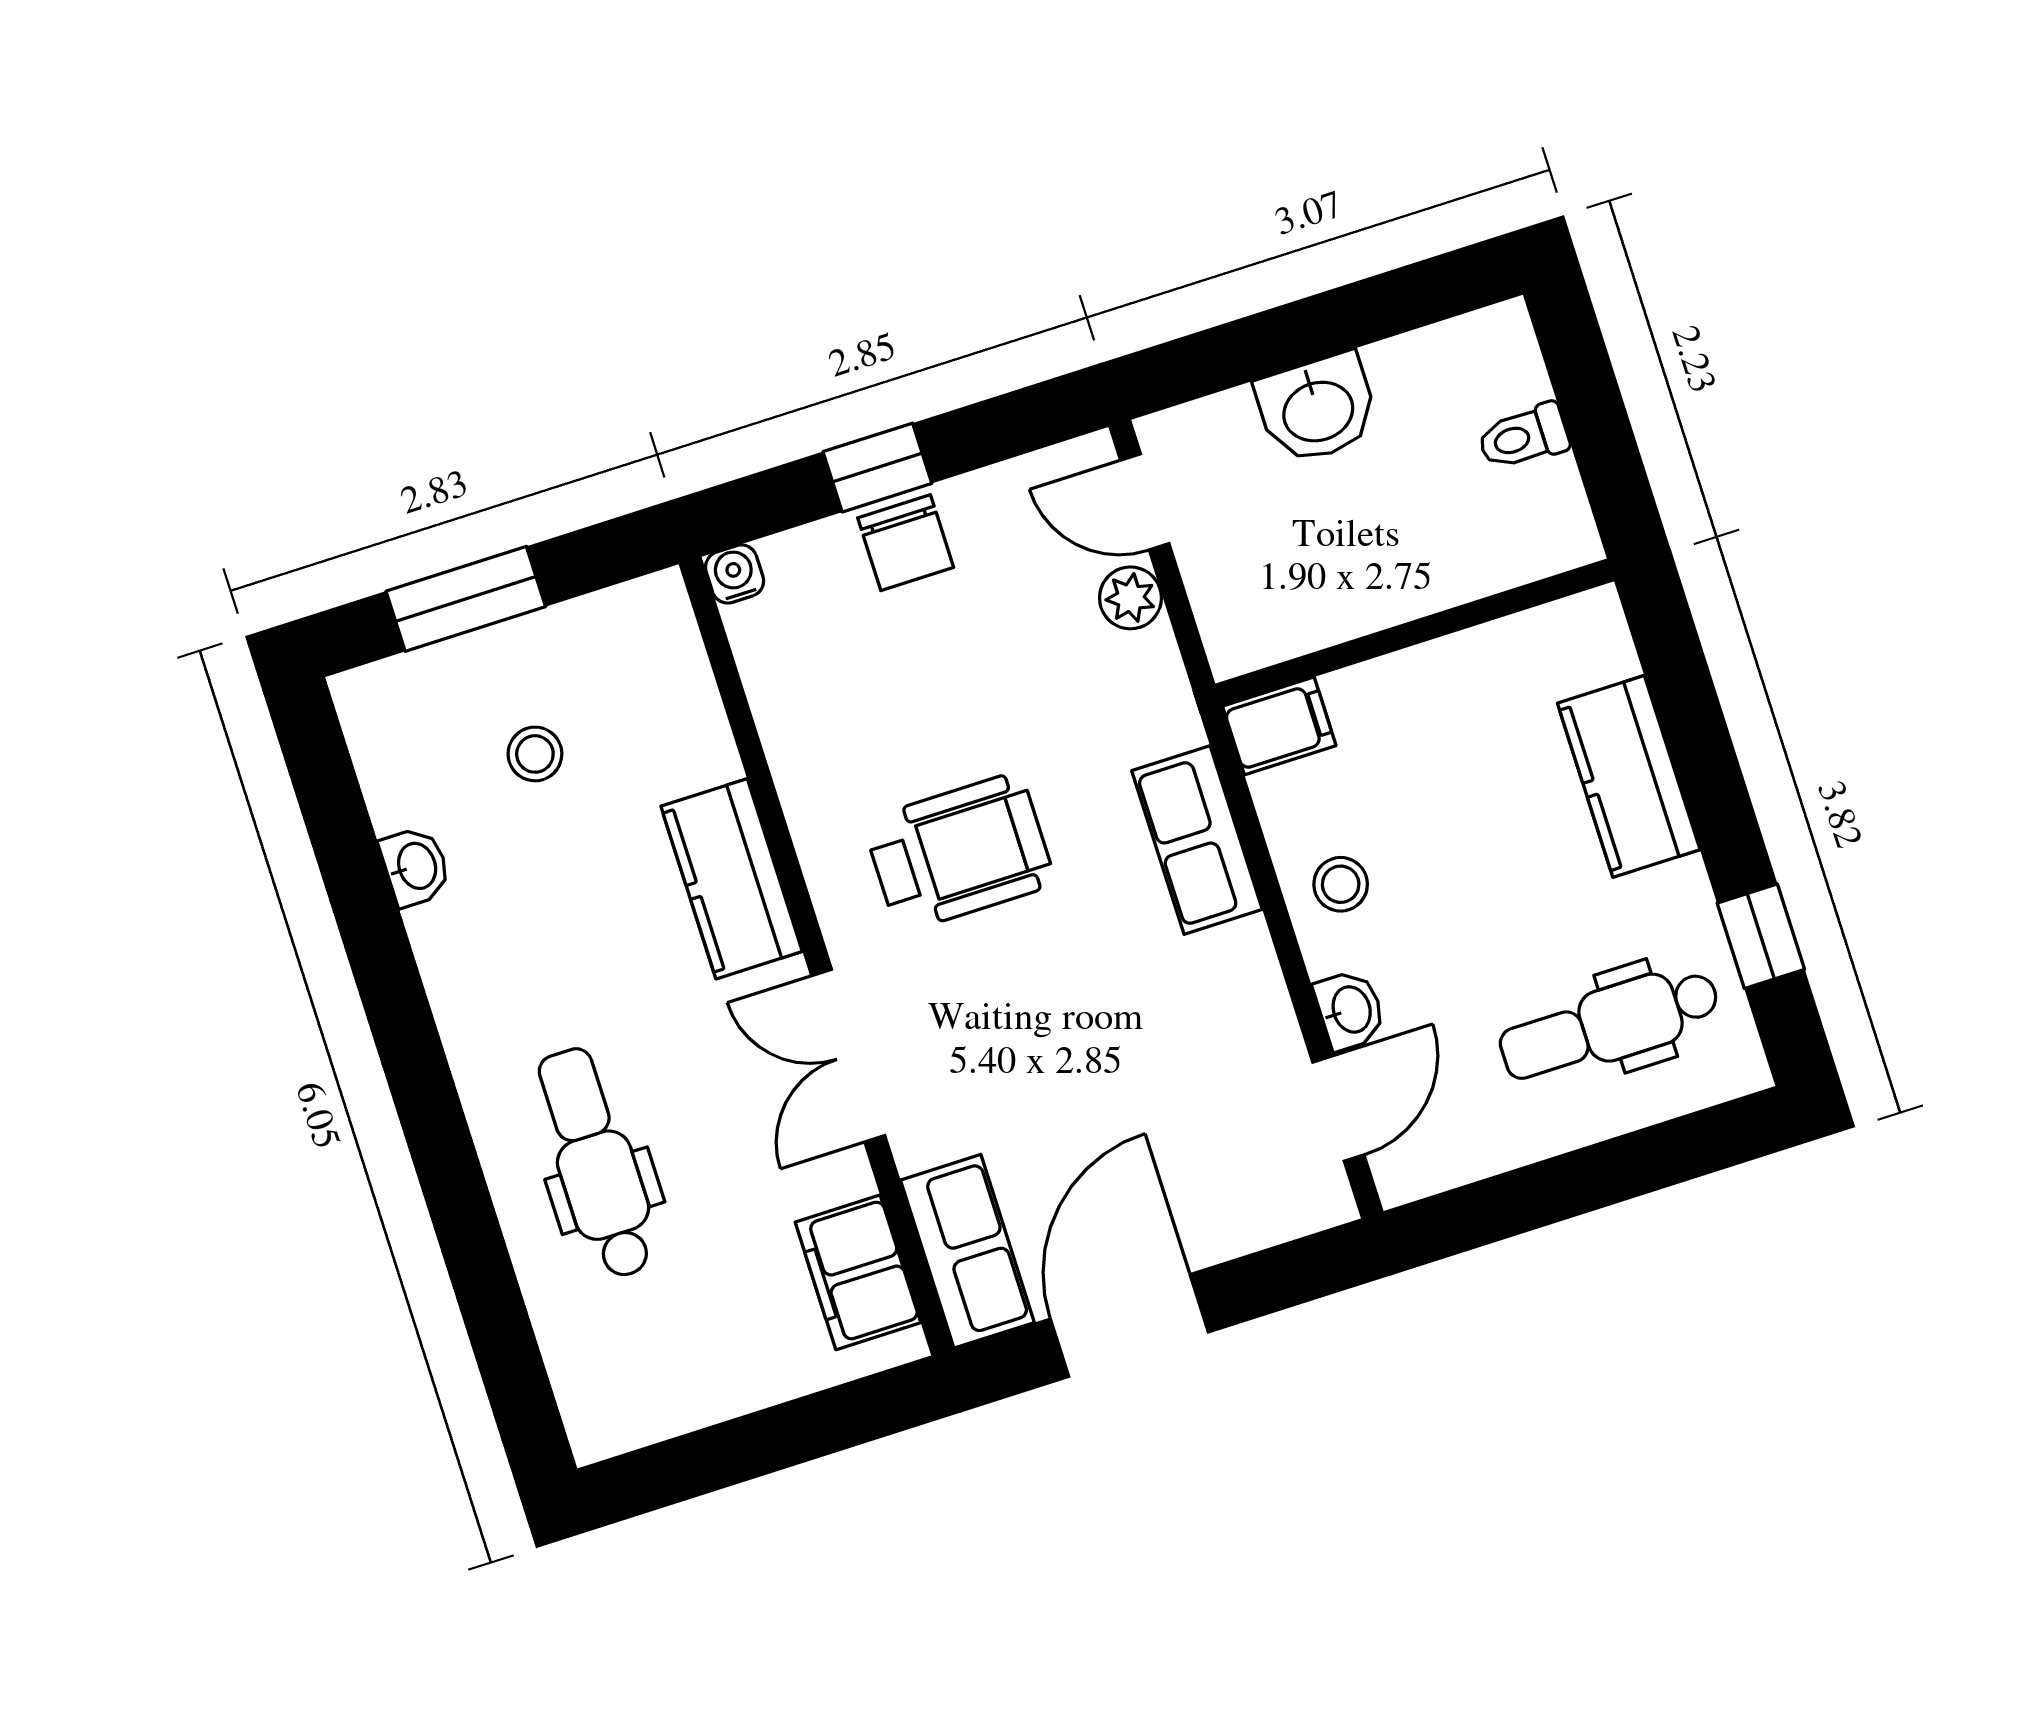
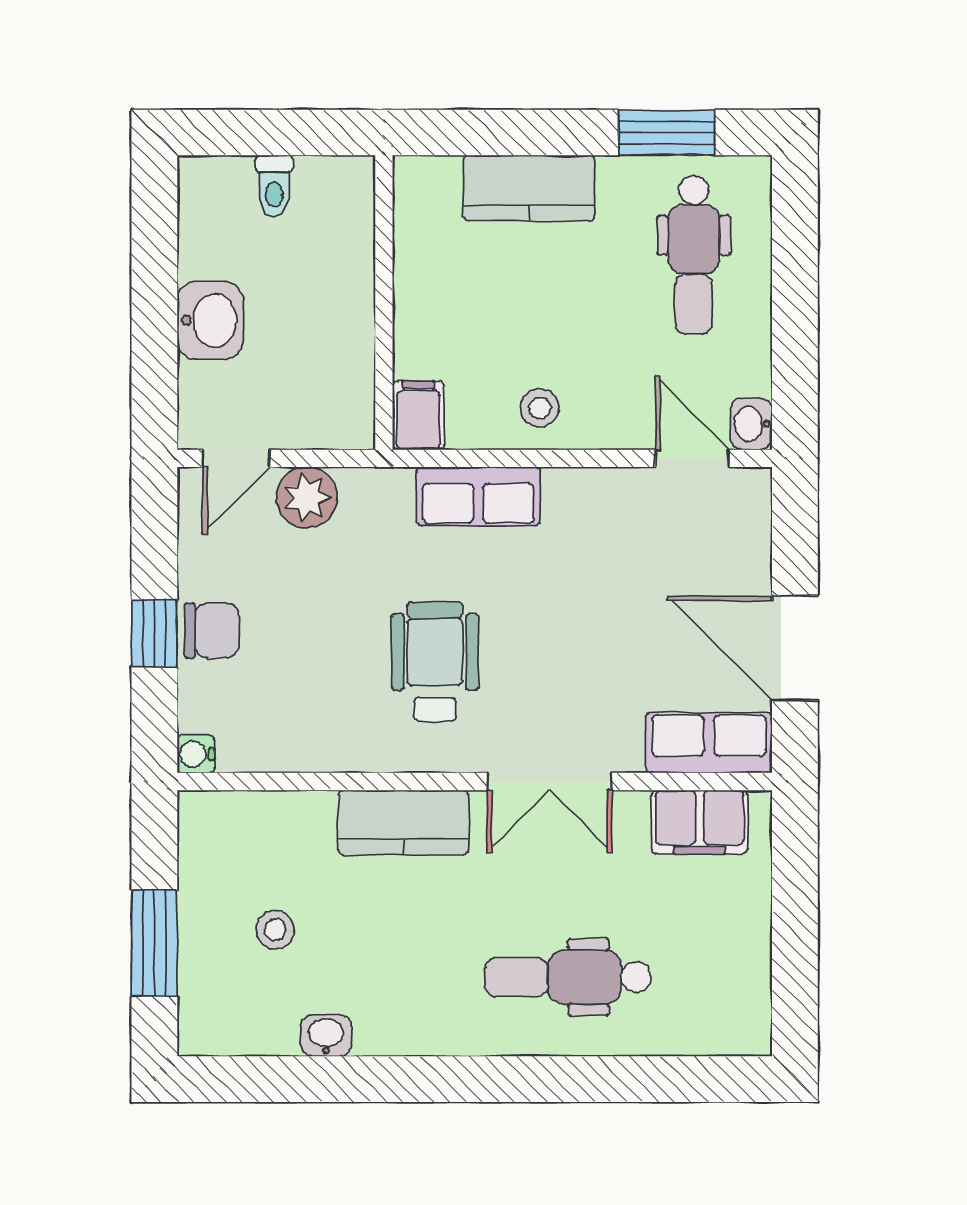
plant: (1130, 598) -> (307, 497), width x1.38, depth x1.38
window: (1761, 936) -> (667, 132), width x1.50
washbasin: (1350, 1010) -> (751, 424), moved, turned -90

